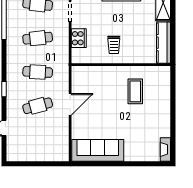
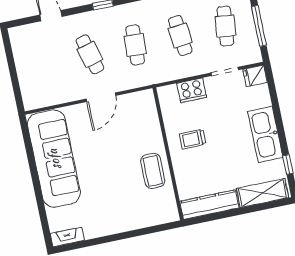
coffee table: (135, 91) -> (153, 171), moved, turned 90
door: (70, 104) -> (101, 97), hinge flipped
sofa: (98, 150) -> (54, 159), width x1.36, depth x1.27

